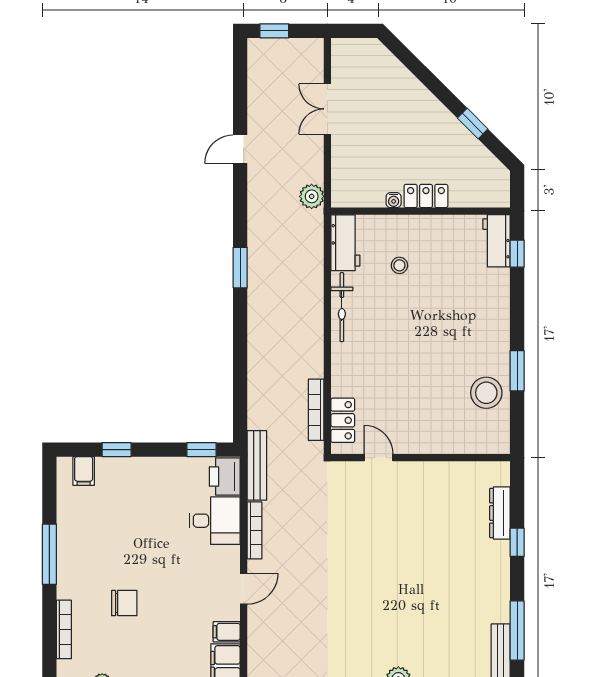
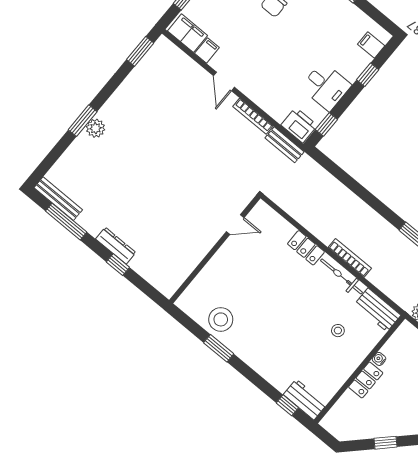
bookcase: (316, 410) -> (350, 258), moved
locker: (343, 420) -> (306, 248), moved
bench: (257, 465) -> (285, 145), width x0.73
dresser: (500, 513) -> (116, 246), moved
desk: (215, 521) -> (326, 86), moved, turned -90

